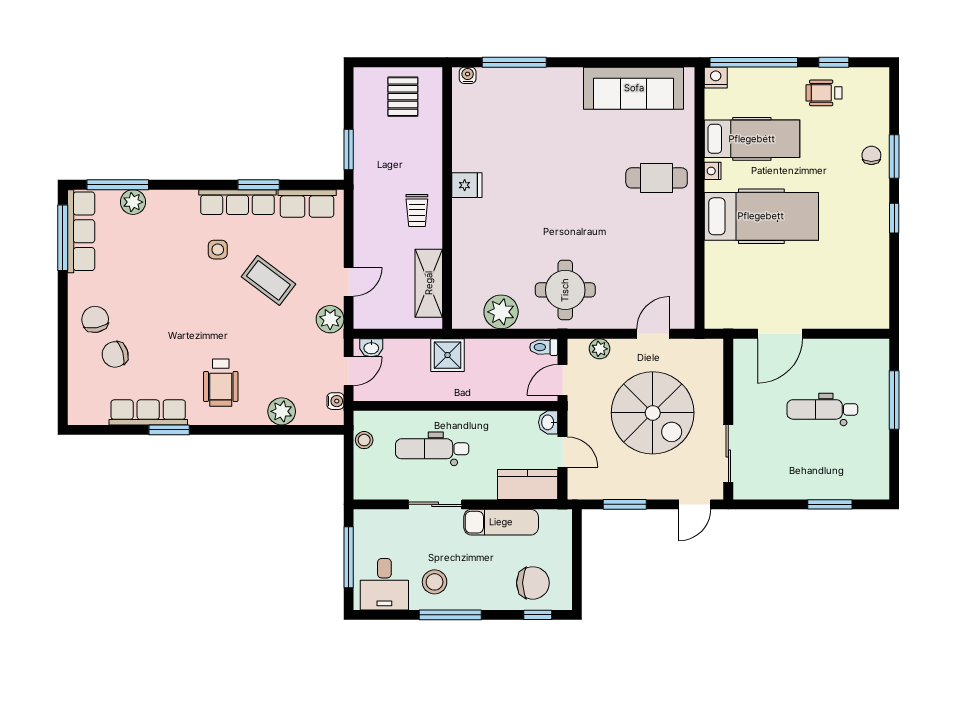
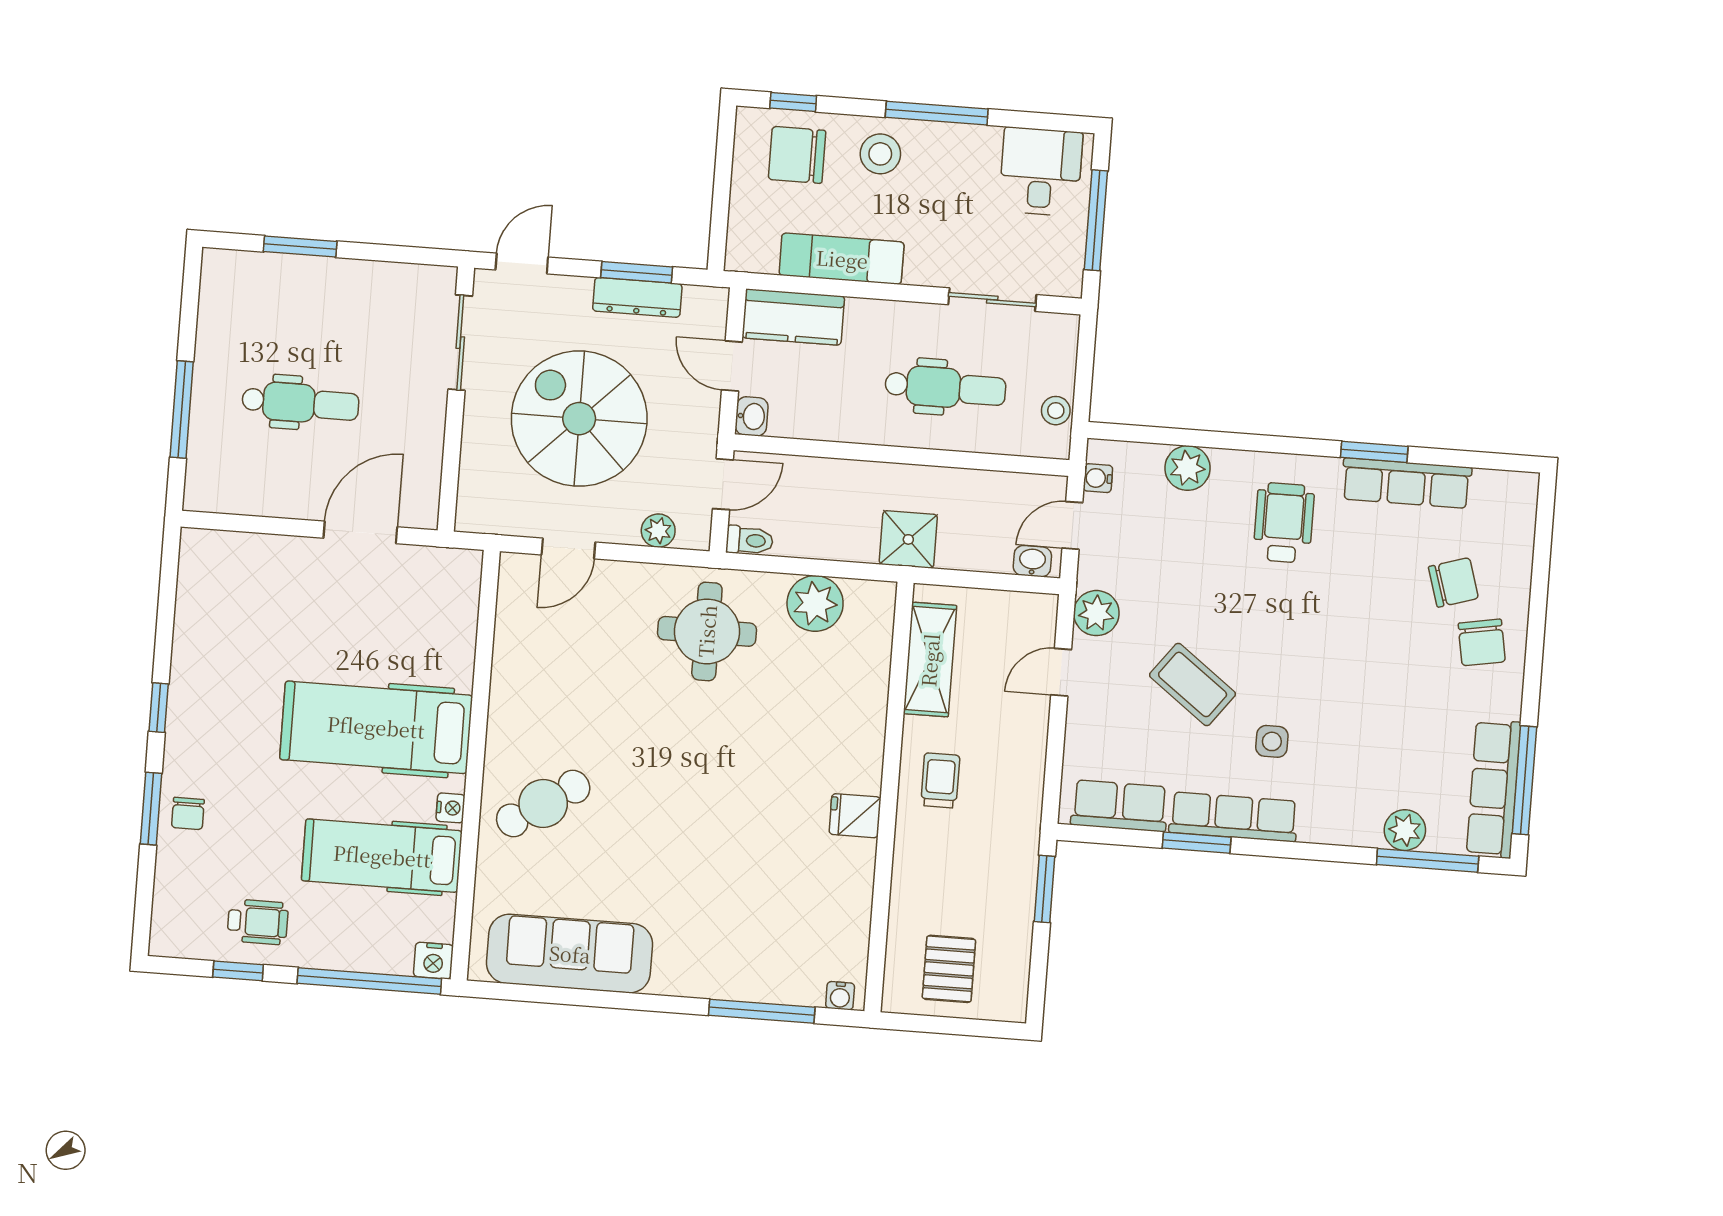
cafe table: (657, 178) -> (543, 803), turned -33
dresser: (623, 489) -> (637, 297), added
sliding door: (435, 504) -> (992, 300), moved
stool: (435, 582) -> (880, 154), moved

